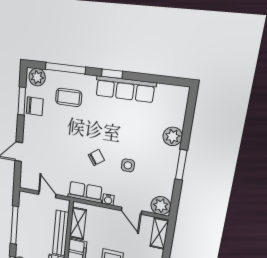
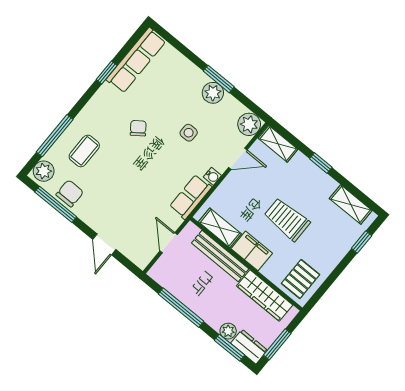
window: (112, 74) -> (107, 73), moved
row of seats: (125, 89) -> (136, 60), moved
window: (22, 101) -> (56, 204), width x1.44
plant: (173, 136) -> (213, 93), moved
chair: (96, 157) -> (138, 128), moved
door: (47, 194) -> (169, 243), hinge flipped

